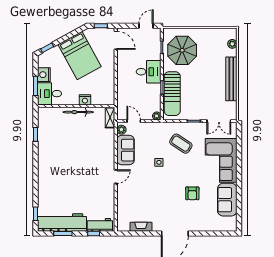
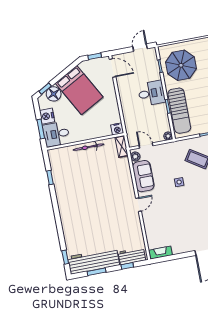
floor lamp: (54, 54) -> (54, 94), added
nightstand: (85, 100) -> (117, 129), moved
fireplace: (141, 227) -> (161, 253), moved

